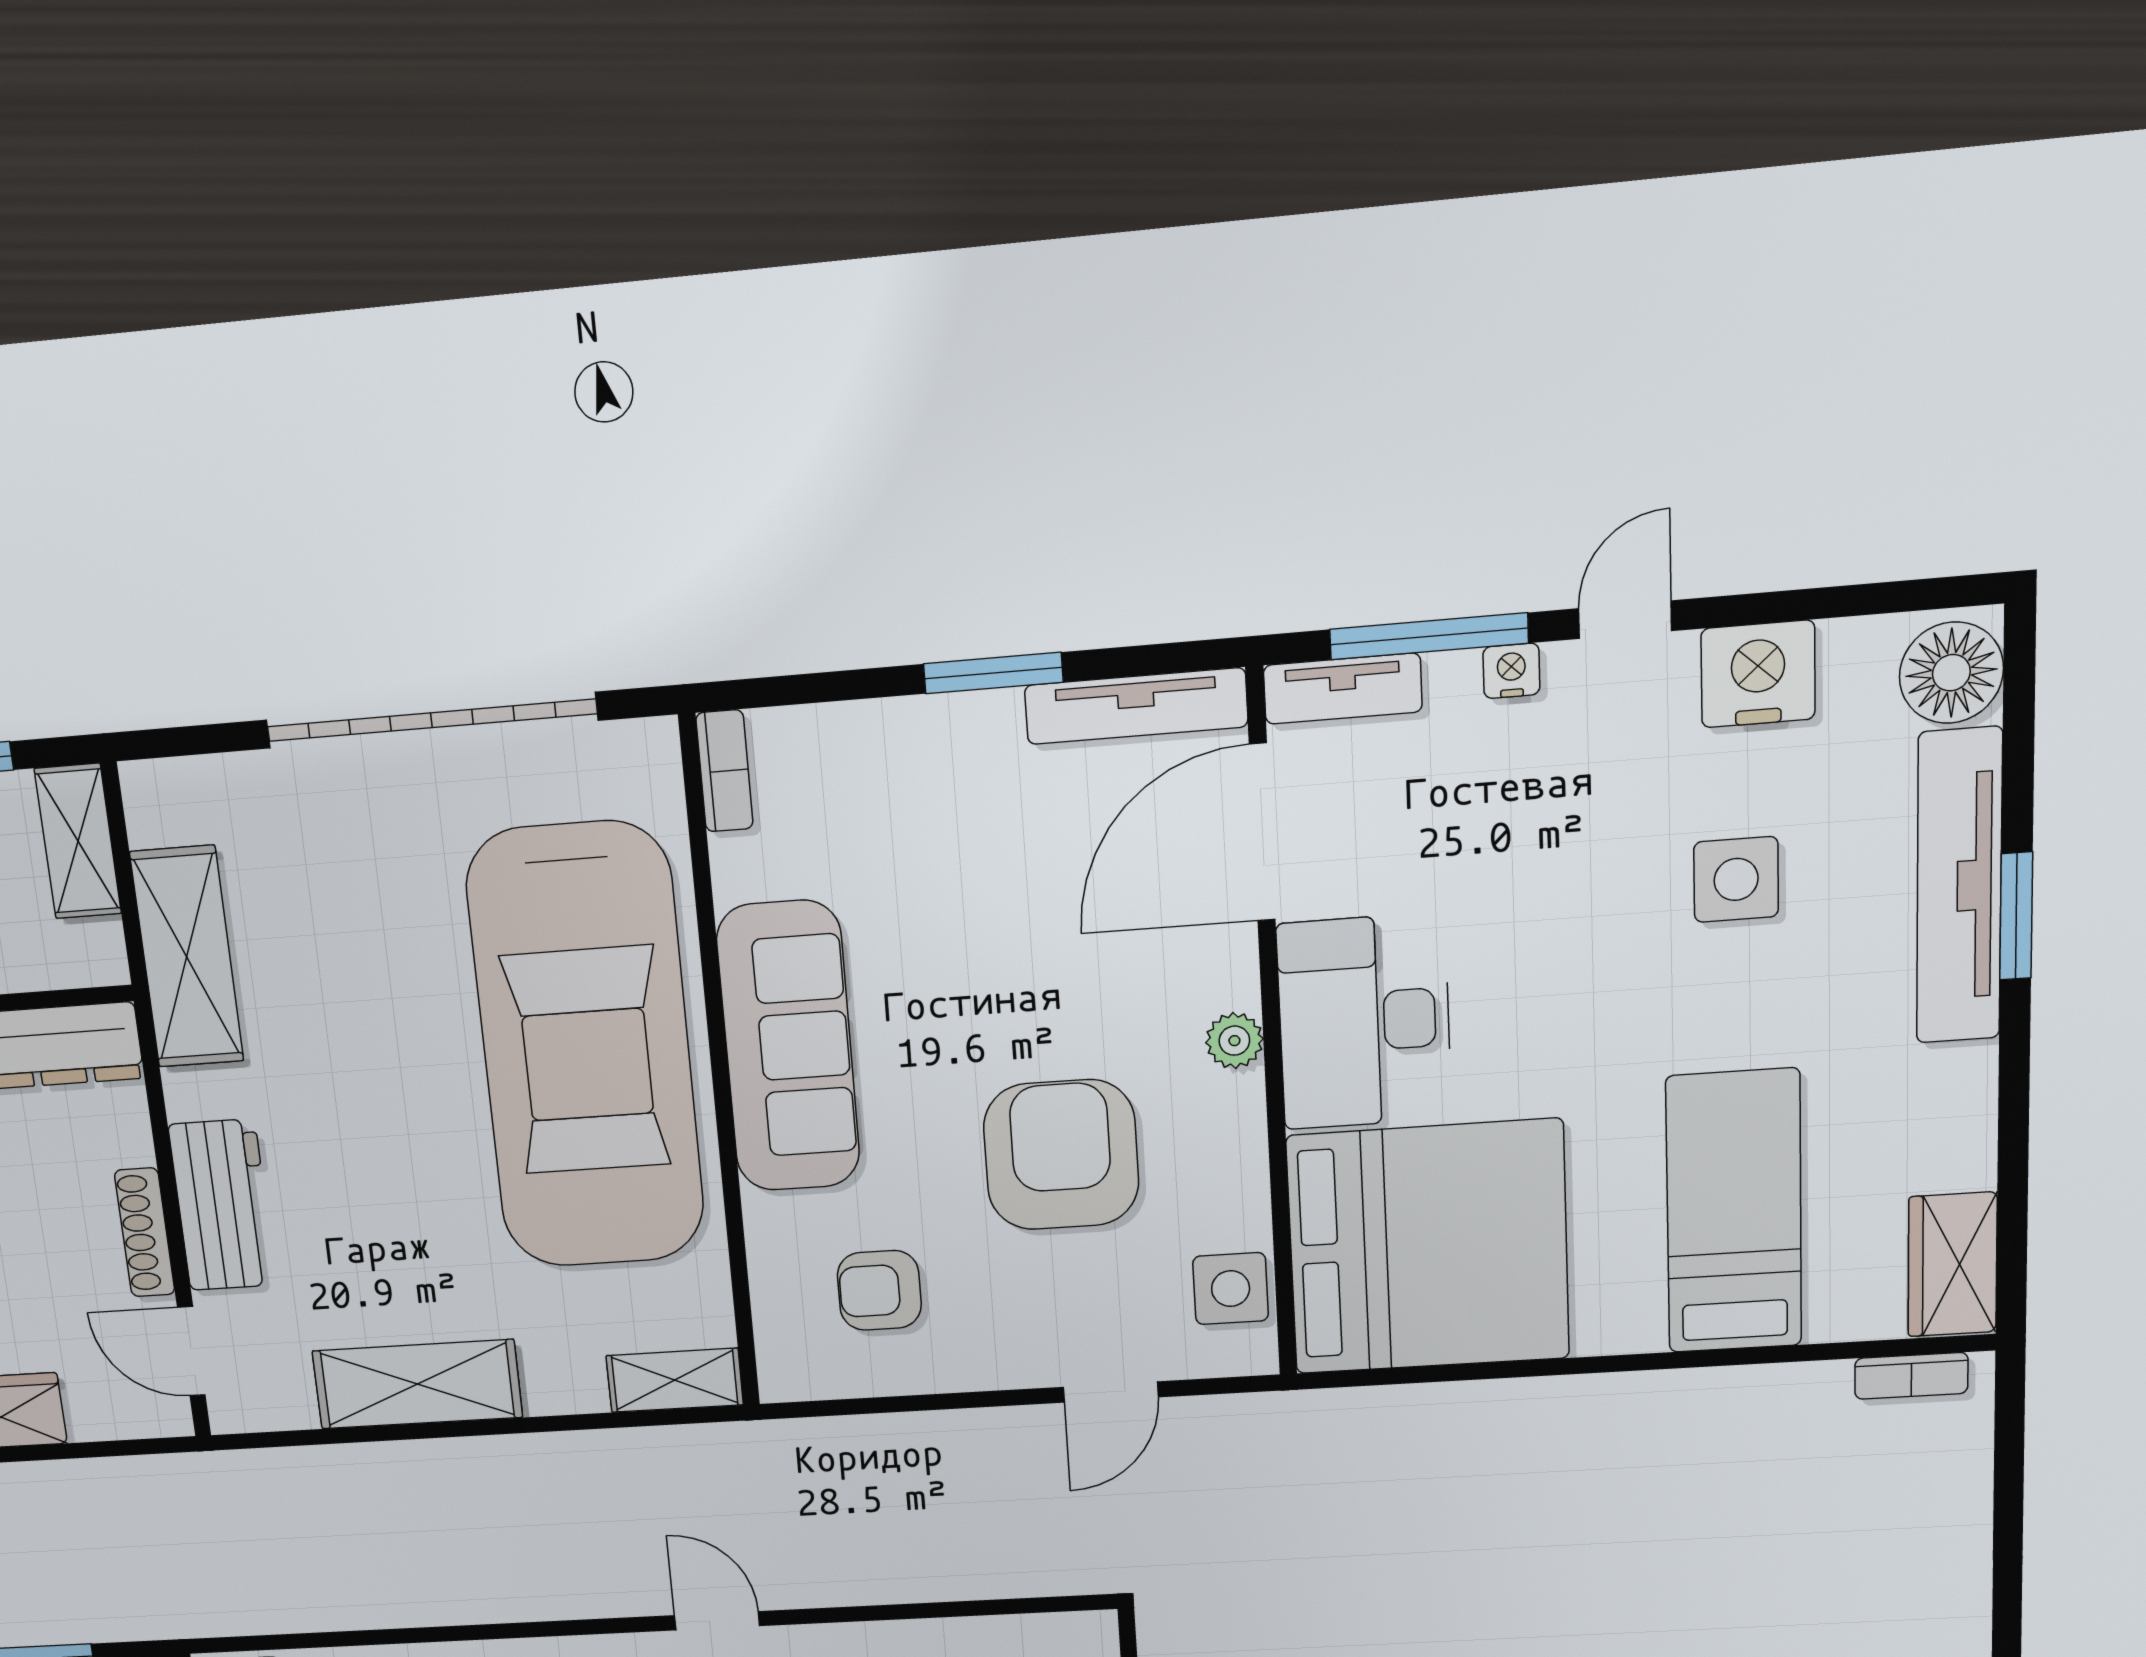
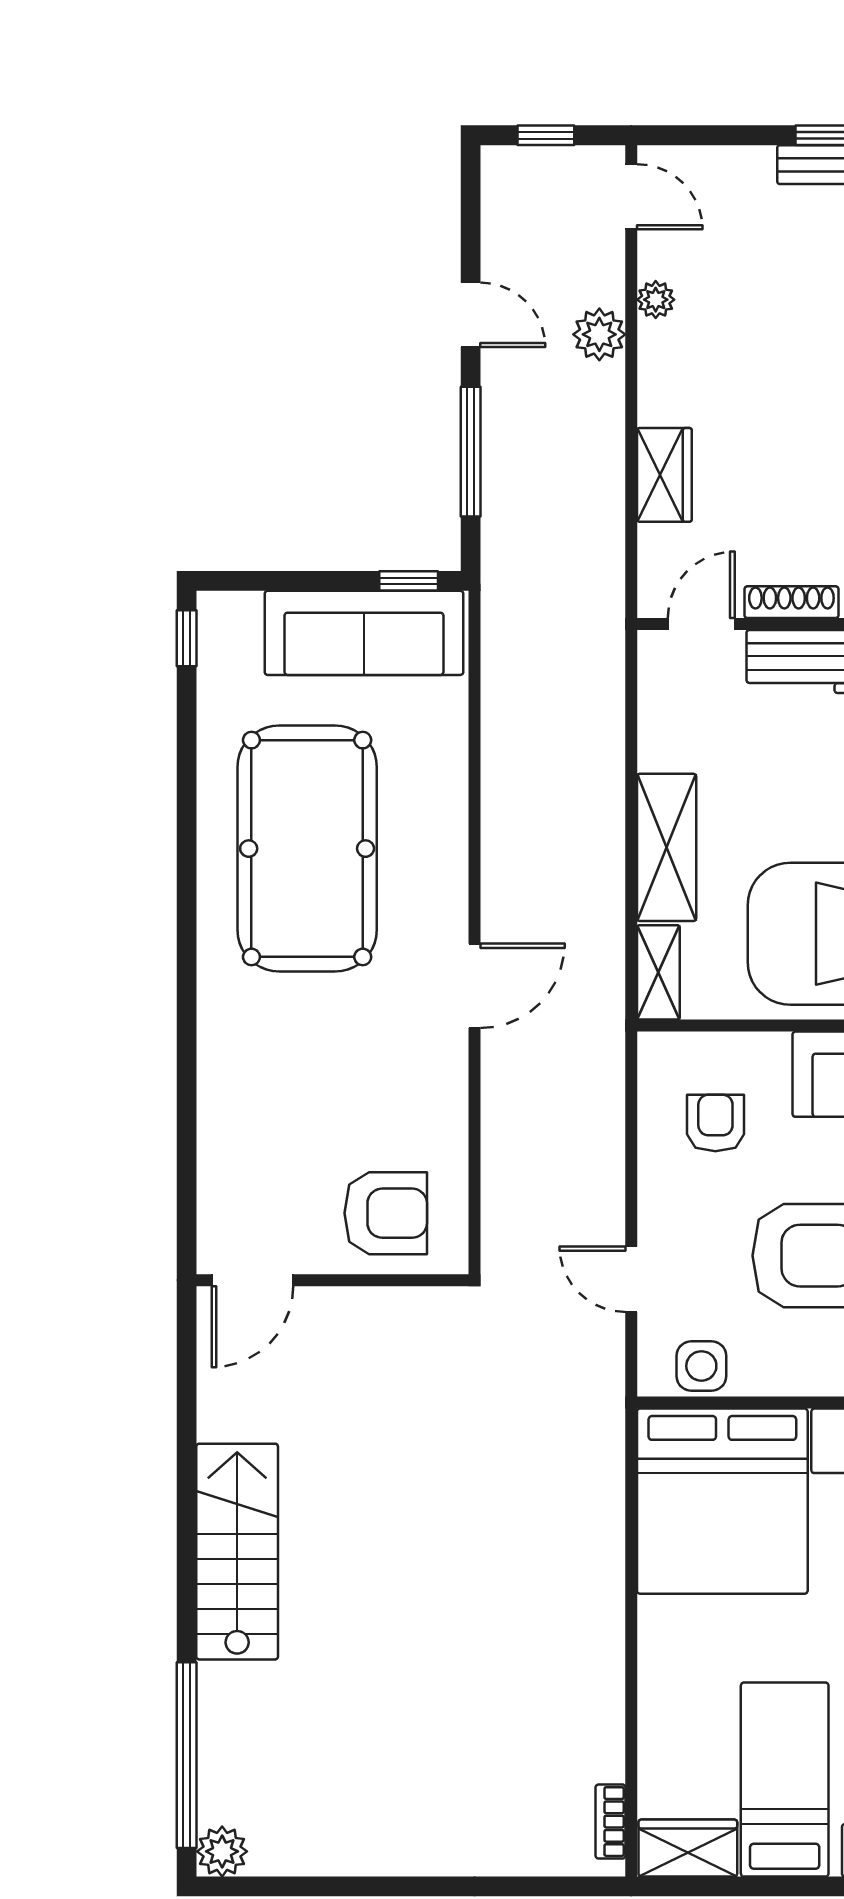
bed: (1734, 1212) -> (785, 1780), moved, turned -90
shelving: (417, 1384) -> (667, 847), moved
door: (717, 1621) -> (475, 986), width x1.38

